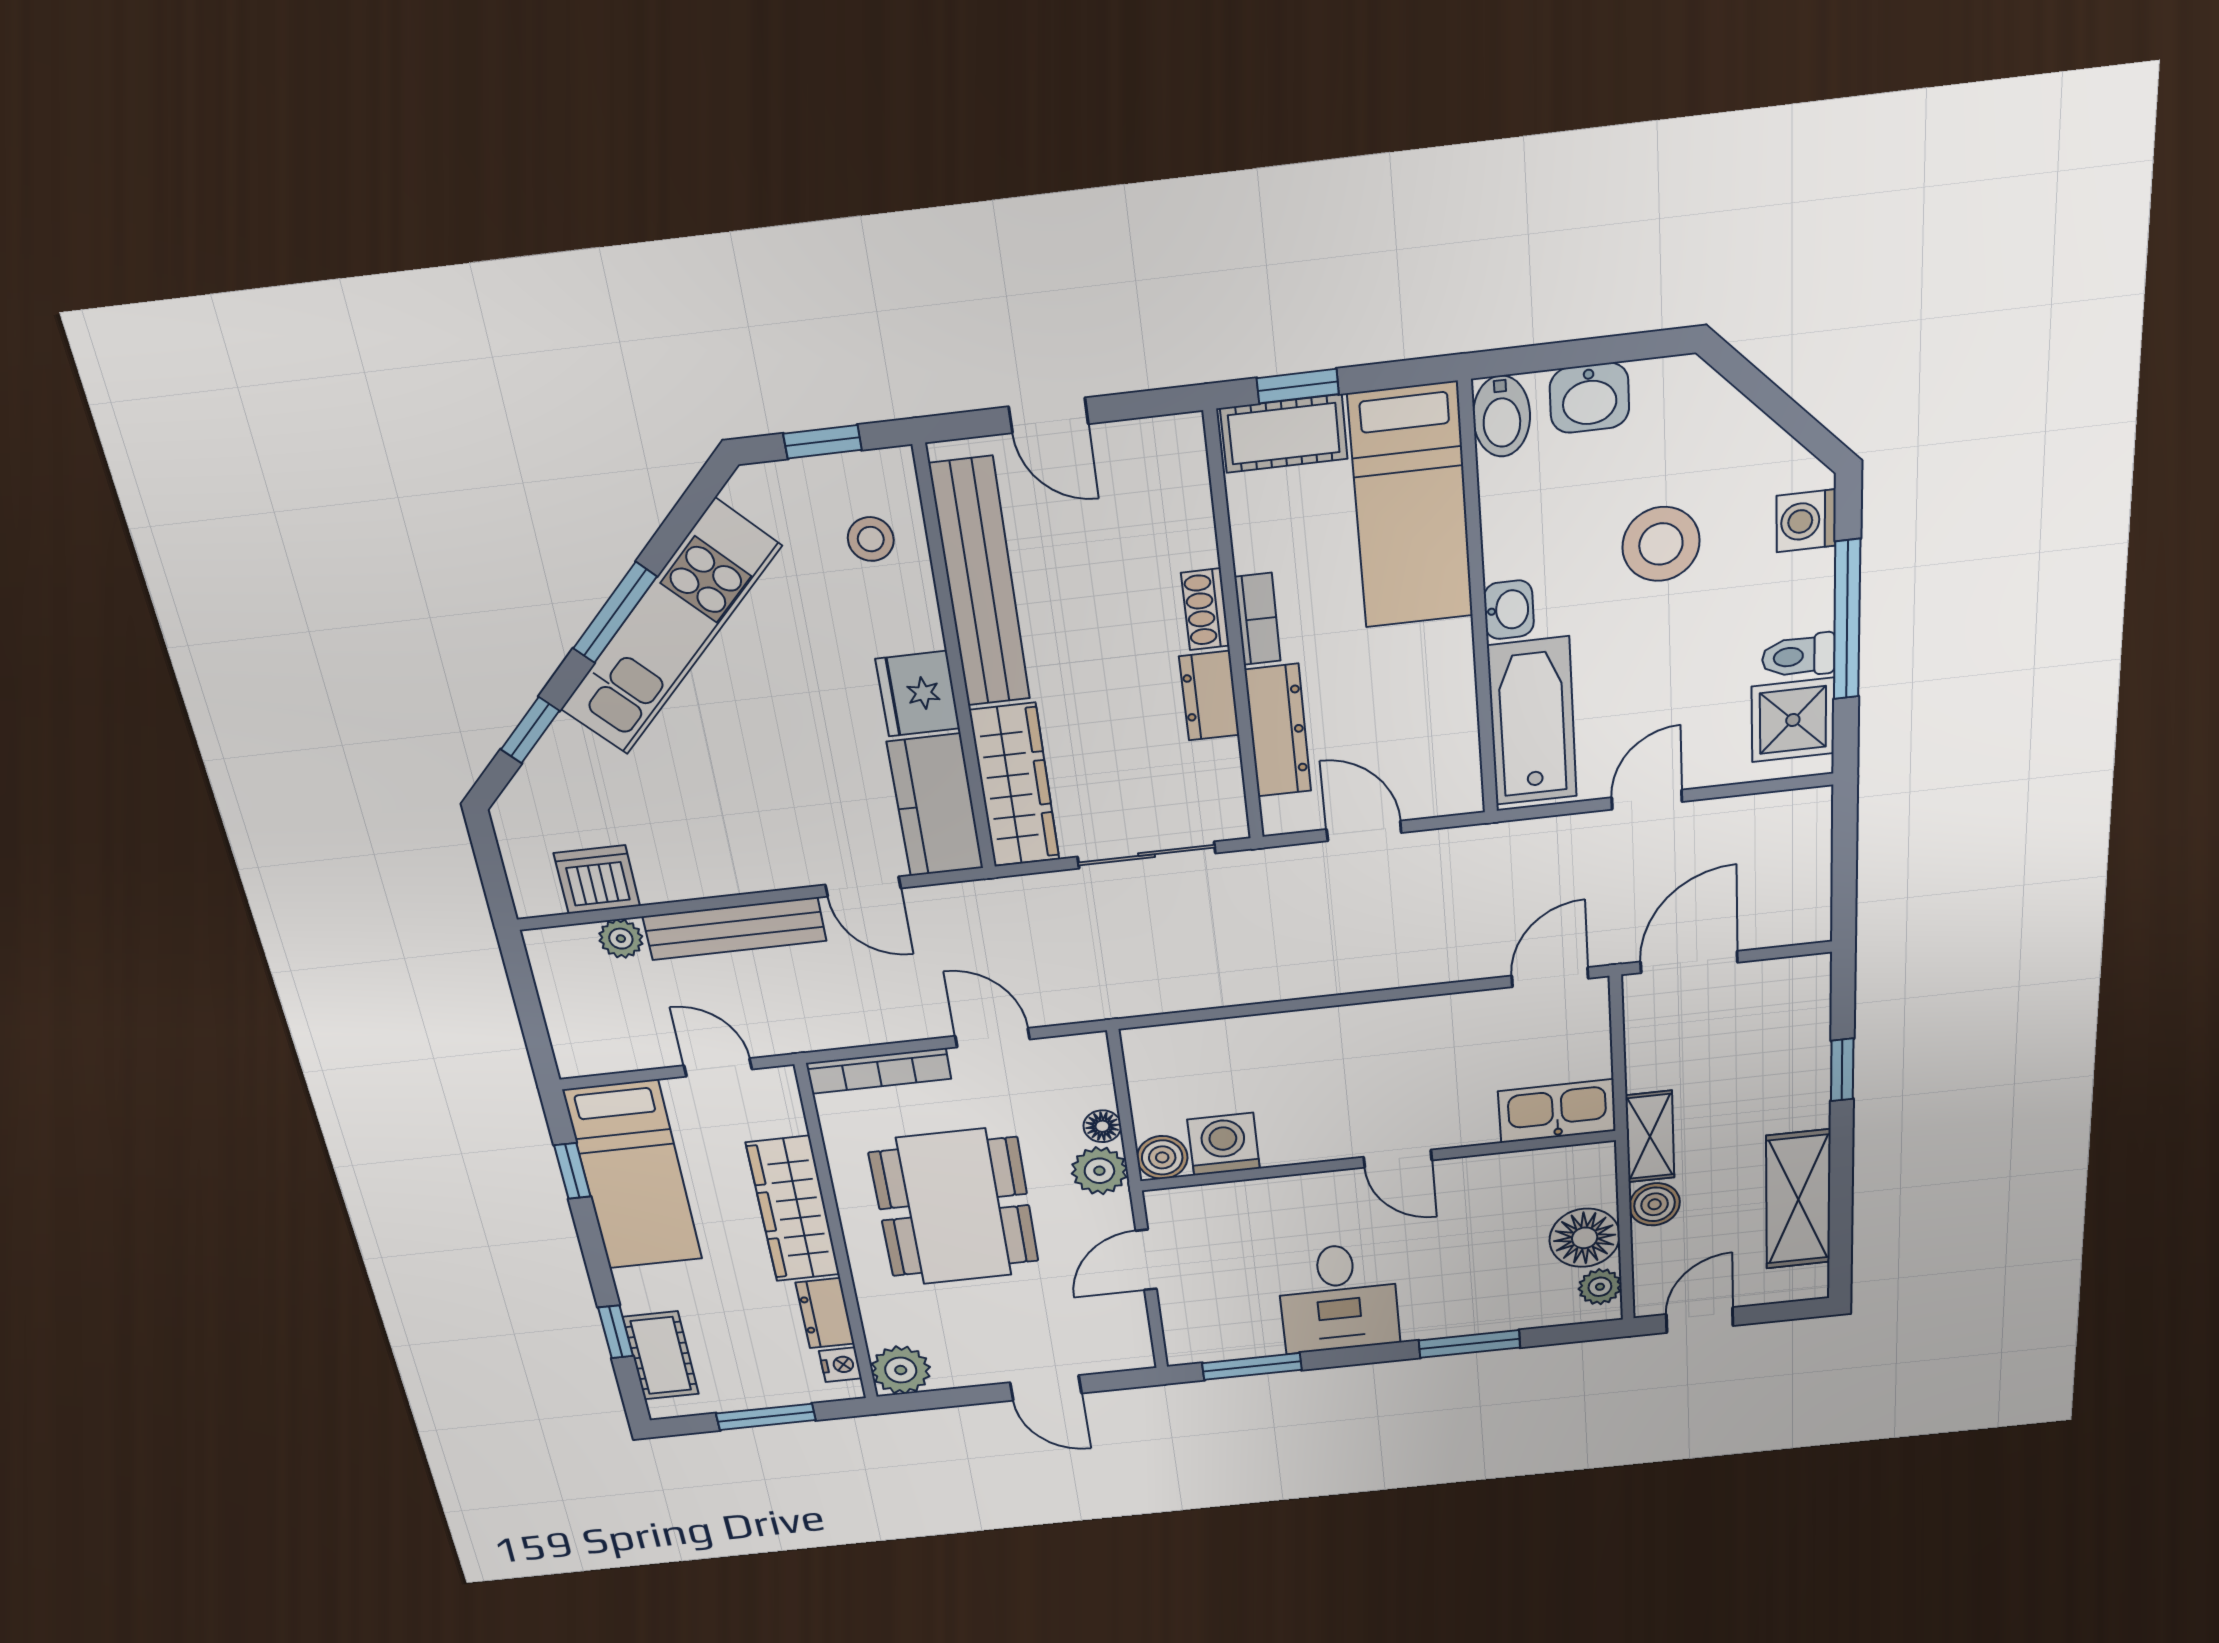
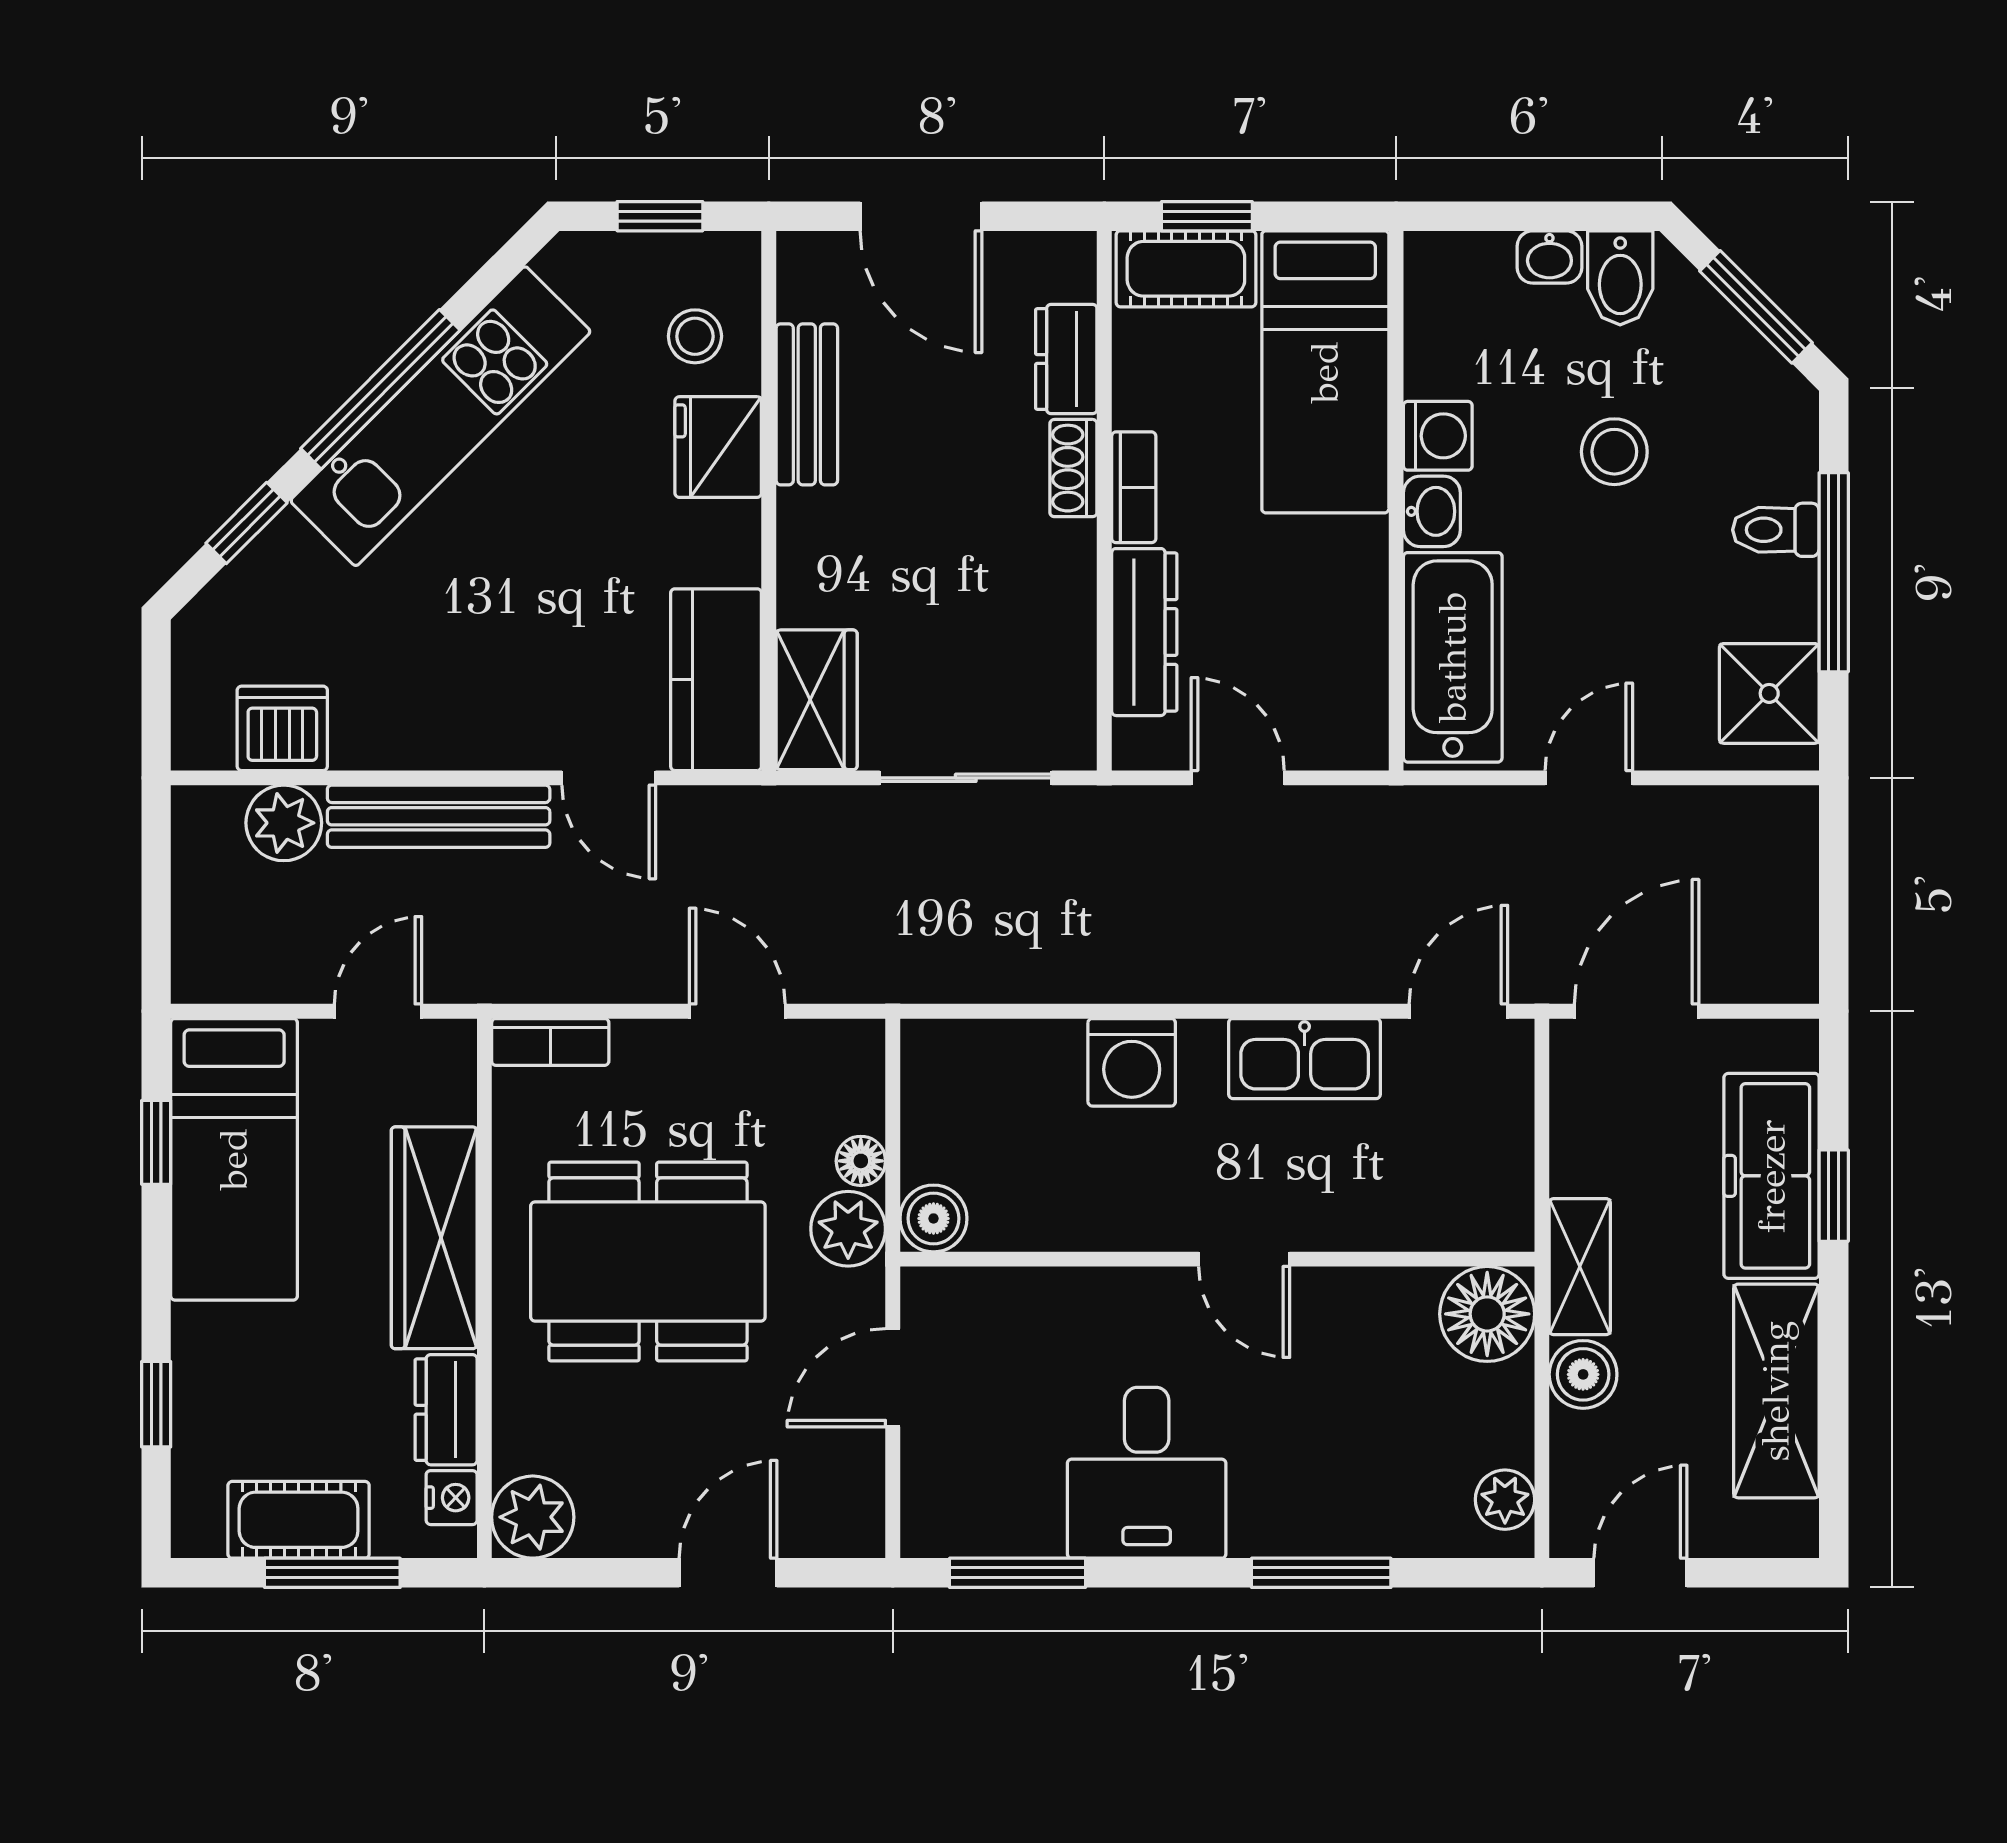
washbasin: (1589, 398) -> (1549, 257), width x0.72, depth x0.69
window: (1781, 409) -> (1756, 307), added
door: (1049, 415) -> (921, 216), width x1.38
bidet: (1502, 416) -> (1620, 278), moved
washing machine: (1806, 521) -> (1438, 436), moved, turned 180
stool: (1661, 544) -> (1614, 452), width x0.73, depth x0.73
bench: (980, 583) -> (807, 404), width x0.54, depth x0.82
window: (615, 613) -> (380, 389), width x1.44
toilet: (1798, 656) -> (1776, 530), moved
fridge: (918, 694) -> (718, 447), moved
dresser: (1209, 696) -> (1066, 359), moved
wardrobe: (1015, 785) -> (817, 700), width x0.67
plant: (621, 939) -> (284, 823), width x1.38, depth x1.38
freezer: (1795, 1062) -> (1772, 1176), added
door: (718, 1067) -> (378, 1011), hinge flipped
bookcase: (879, 1071) -> (550, 1042), width x0.64
kitchen sink: (1557, 1111) -> (1305, 1059), moved, turned 180
washing machine: (1224, 1144) -> (1132, 1062), moved, turned 180
dining table: (954, 1207) -> (648, 1262), turned 90
floor lamp: (1585, 1238) -> (1487, 1314), moved
cot: (661, 1356) -> (299, 1520), moved, turned 90
door: (1046, 1388) -> (728, 1573), swing flipped

